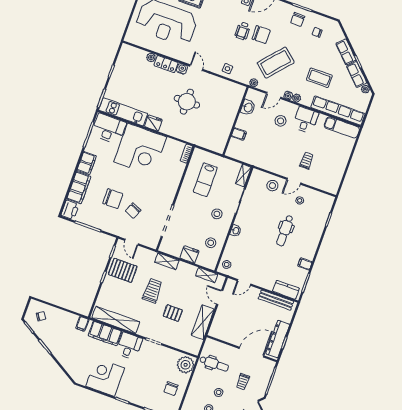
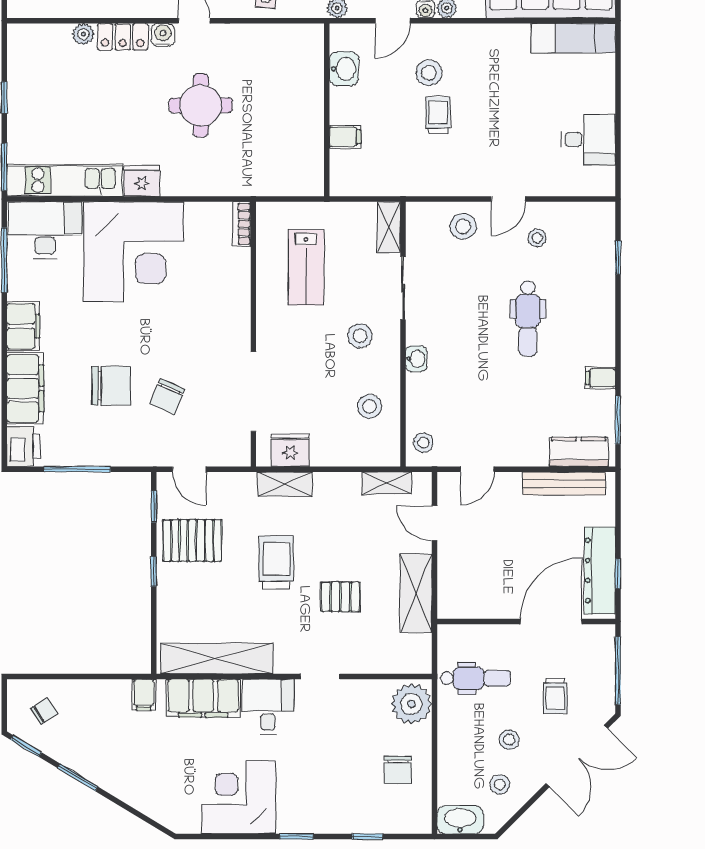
desk: (306, 120) -> (588, 140), moved, turned 90
trolley: (307, 161) -> (438, 115), moved
fridge: (189, 254) -> (290, 450), moved

